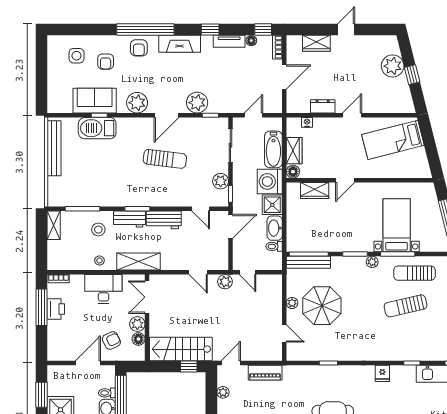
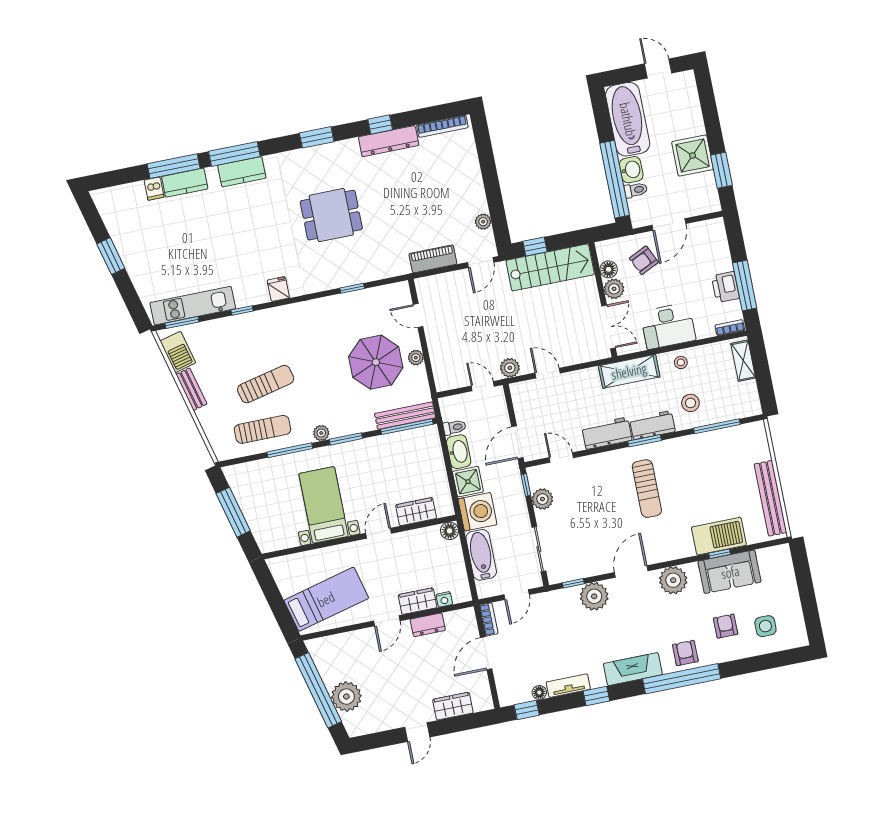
bookcase: (277, 47) -> (489, 619), moved
window: (412, 75) -> (318, 690), width x3.17
wardrobe: (294, 151) -> (418, 601), moved, turned 90
sun lounger: (165, 159) -> (647, 489), moved, turned -97
shelving: (54, 225) -> (743, 361), moved
bed with nightstands: (397, 225) -> (324, 505), moved, turned 180

